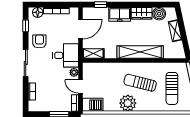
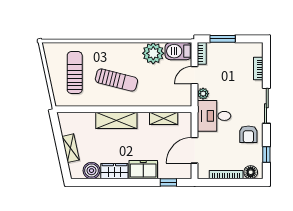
shelving: (140, 52) -> (116, 120), width x0.68
shelving: (93, 53) -> (164, 118), moved
door: (80, 86) -> (195, 75), swing flipped
plant: (128, 103) -> (153, 53), moved

